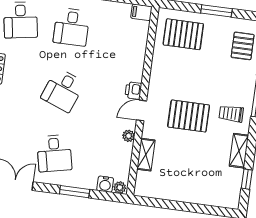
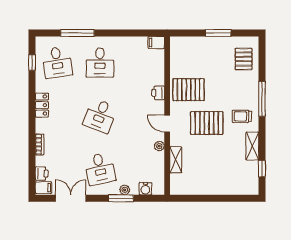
pallet: (183, 34) -> (189, 90), moved
printer: (133, 91) -> (158, 93), moved
door: (141, 110) -> (167, 124), hinge flipped
plant: (120, 188) -> (125, 190), moved

